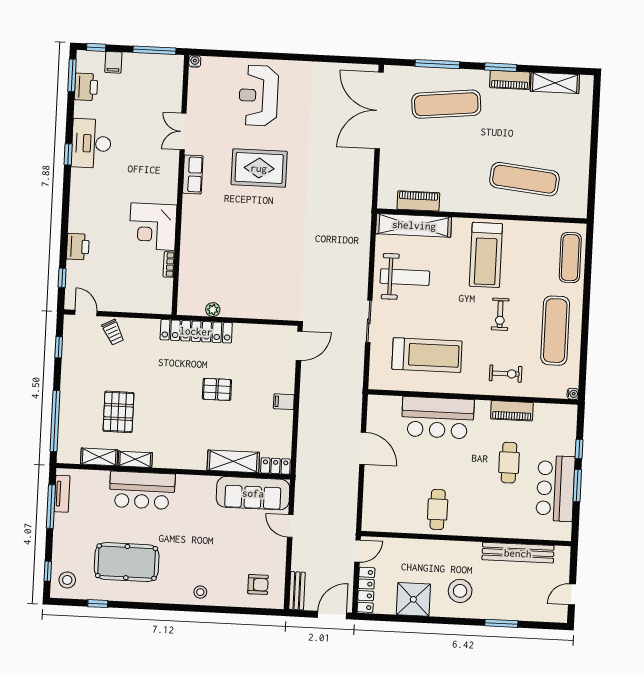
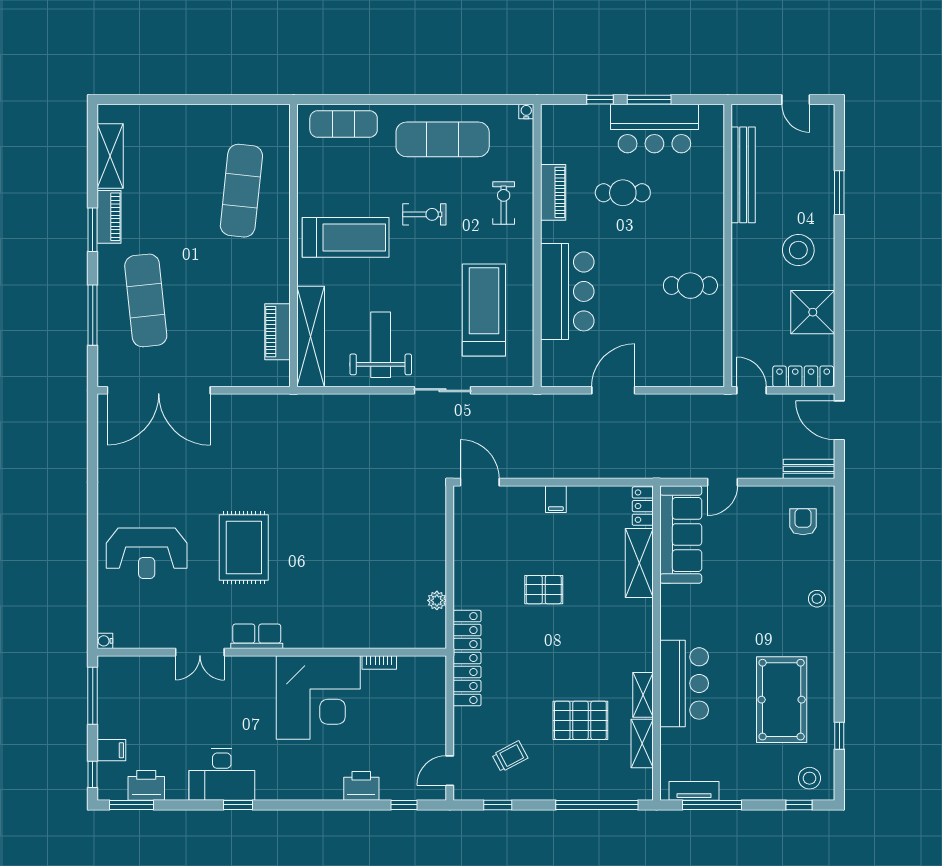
corner desk: (153, 227) -> (318, 697), width x1.36, depth x1.36
locker: (196, 331) -> (467, 658), moved
trolley: (113, 332) -> (510, 756), moved
pallet: (217, 389) -> (544, 590), turned 90

